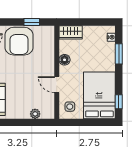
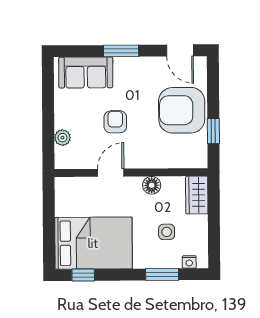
armchair: (26, 82) -> (115, 122), added
side table: (70, 107) -> (167, 232), moved

